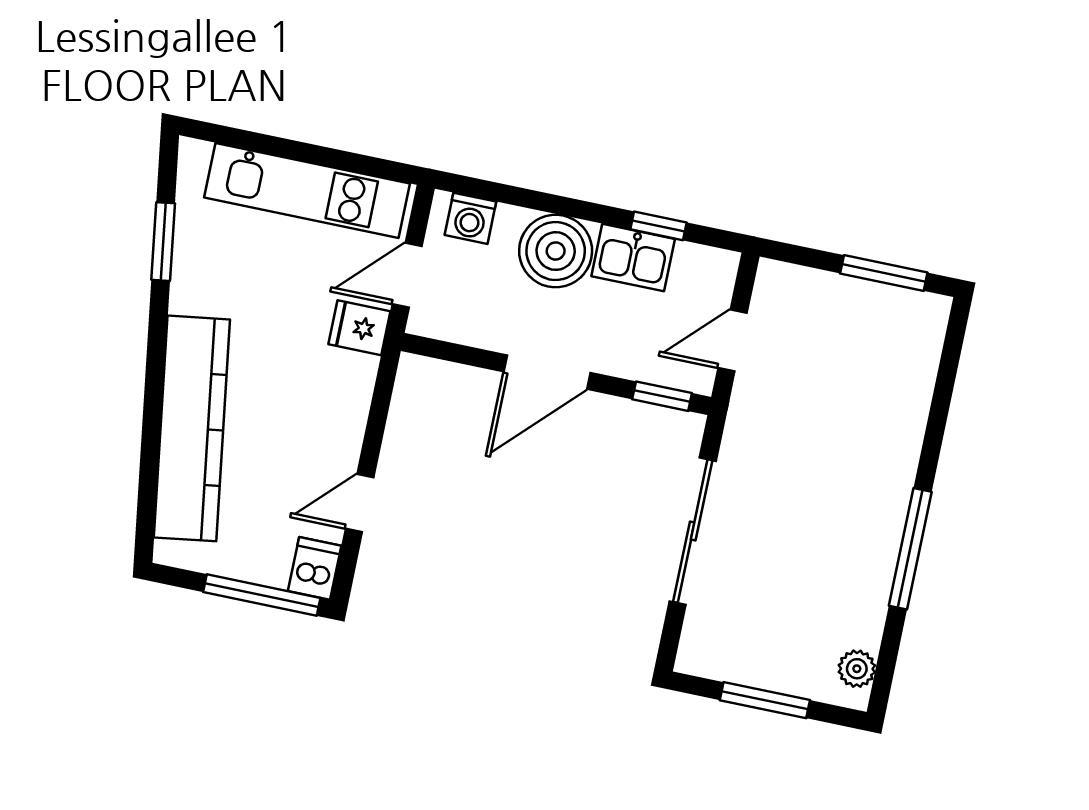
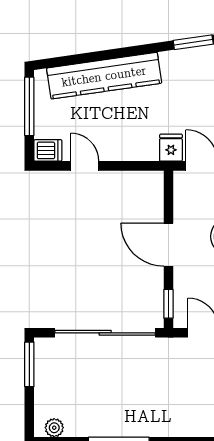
sliding door: (693, 531) -> (105, 333), width x1.36
window: (262, 595) -> (29, 106), moved
window: (765, 700) -> (29, 364), moved

